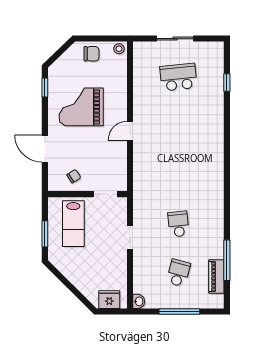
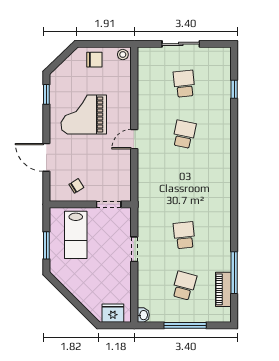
school desk: (178, 77) -> (184, 84), width x0.54
school desk: (178, 126) -> (184, 134), added

